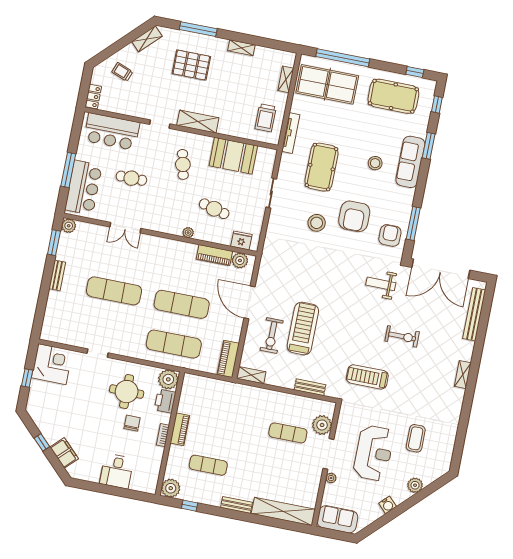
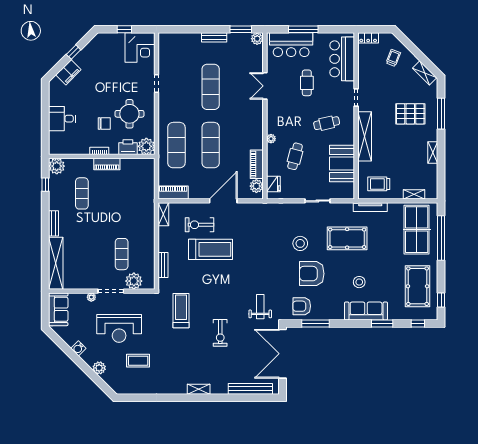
pallet: (191, 65) -> (410, 114), turned 90
shelving: (198, 122) -> (365, 136), width x1.47
armchair: (390, 235) -> (302, 306), turned 180

